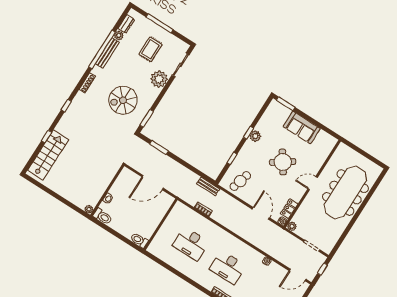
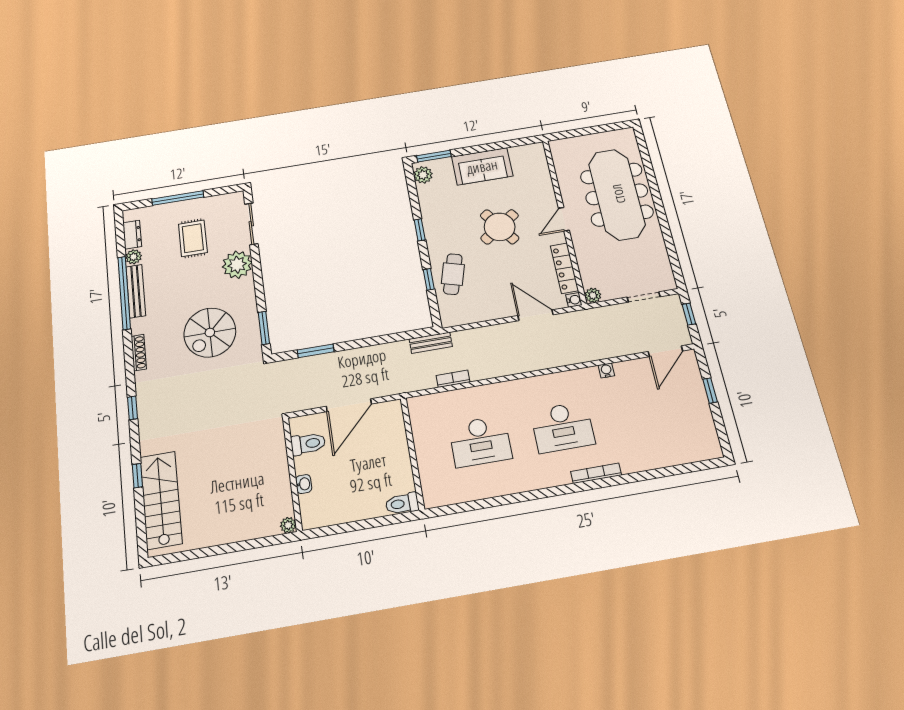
plant: (255, 136) -> (423, 175), moved
cafe table: (240, 181) -> (453, 274), moved
locker: (289, 209) -> (564, 268), width x1.53
toilet: (103, 216) -> (308, 444), moved

